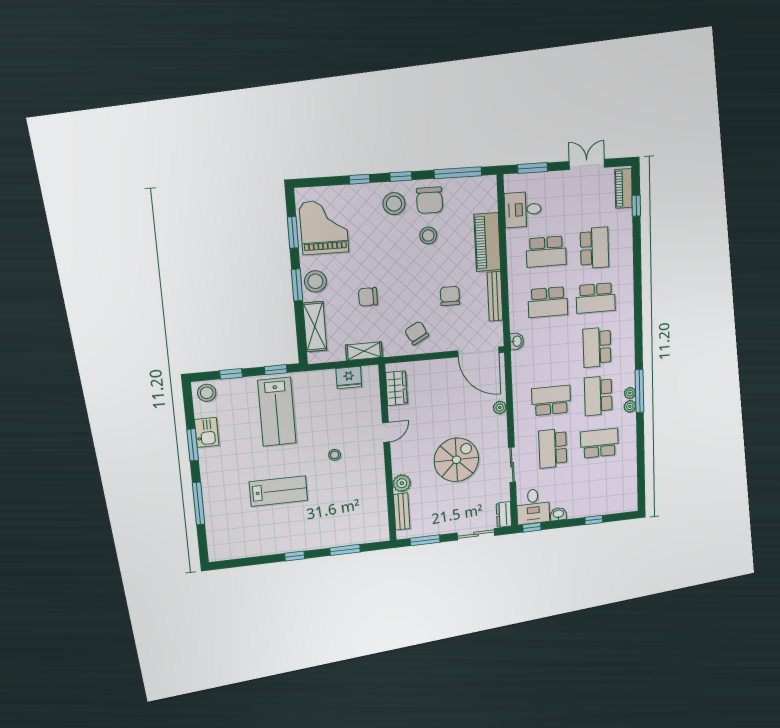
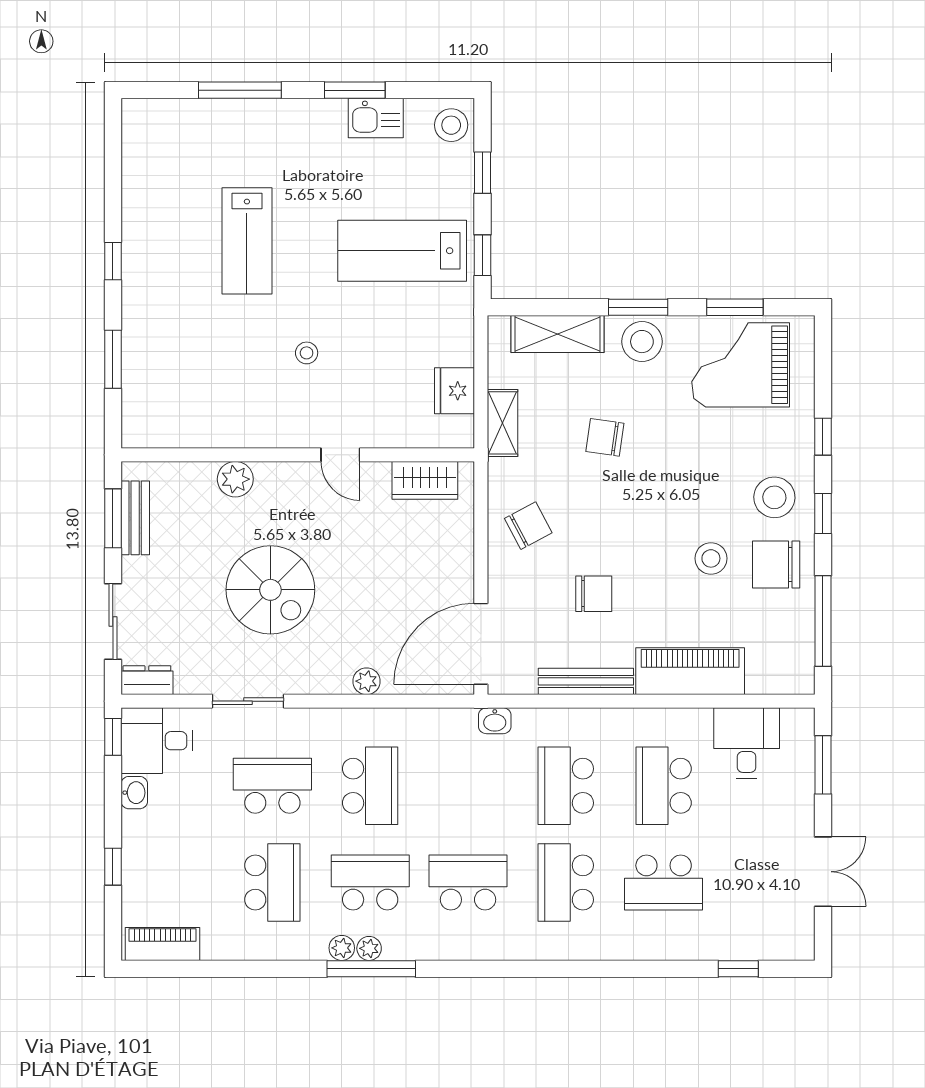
piano: (624, 188) -> (163, 944), moved
grand piano: (324, 227) -> (741, 365), turned 180
chair: (368, 297) -> (605, 437), turned -82
bench: (402, 511) -> (135, 518), moved, turned 90

